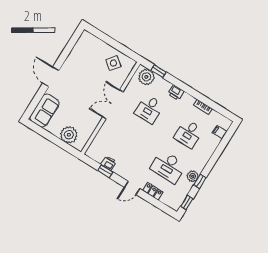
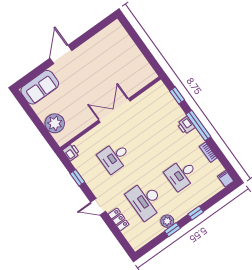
side table: (113, 63) -> (133, 67), removed
plant: (146, 77) -> (162, 96), removed
window: (186, 88) -> (198, 125), added
desk: (149, 109) -> (114, 157), moved
filing cabinet: (220, 132) -> (226, 179), moved
printer: (109, 163) -> (71, 152), moved
window: (187, 203) -> (196, 213), moved

